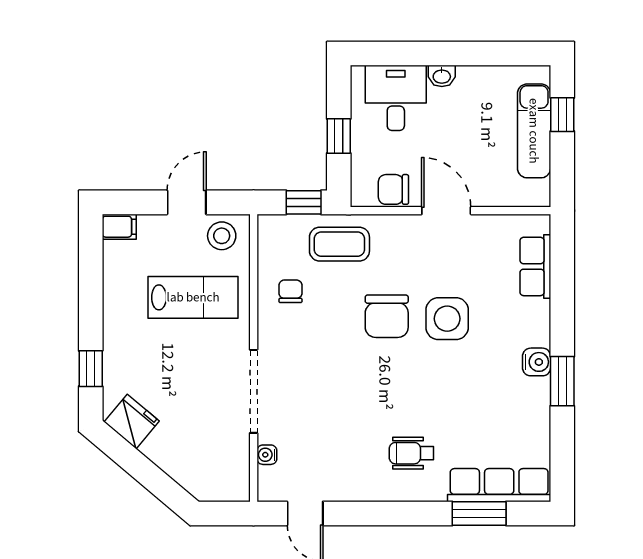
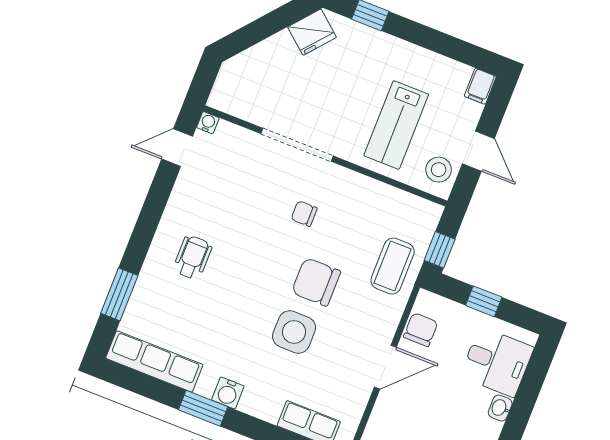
chair: (290, 291) -> (304, 214), moved, turned 180
water cooler: (267, 455) -> (208, 123), moved
row of seats: (499, 485) -> (154, 361), moved, turned -90

